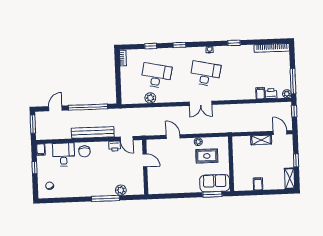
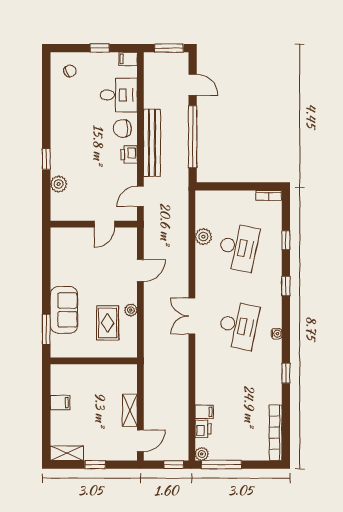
printer: (115, 146) -> (129, 155), moved
sofa: (215, 183) -> (64, 310), moved
window: (105, 198) -> (46, 159), width x0.46

